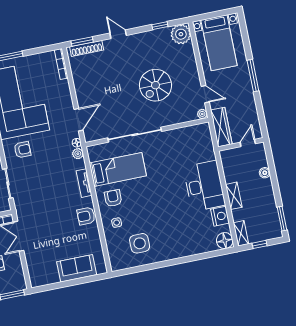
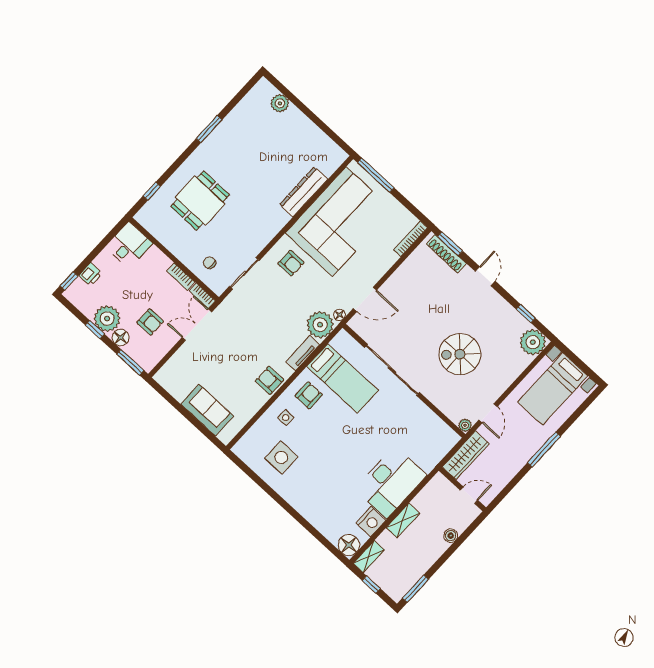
plant: (78, 154) -> (320, 325), width x1.88, depth x1.88

